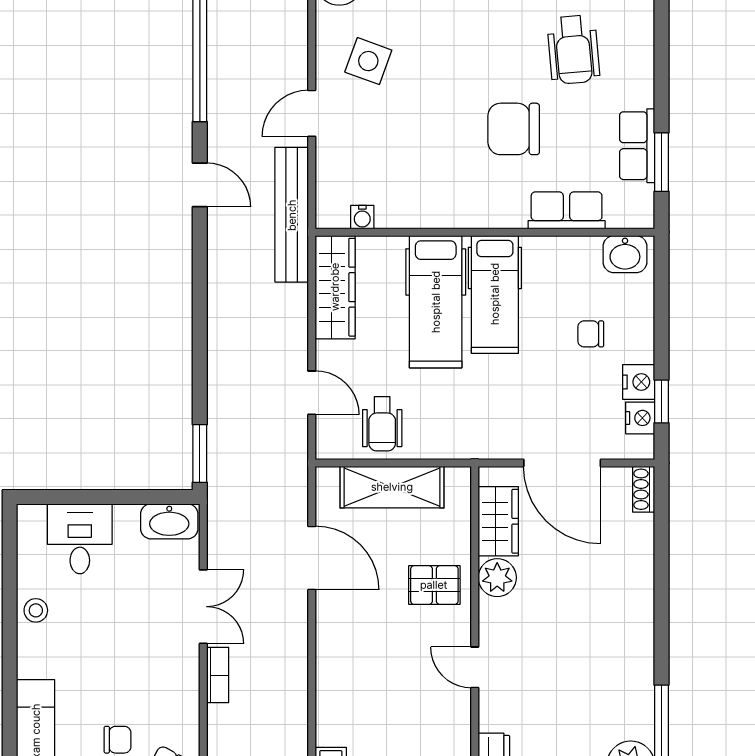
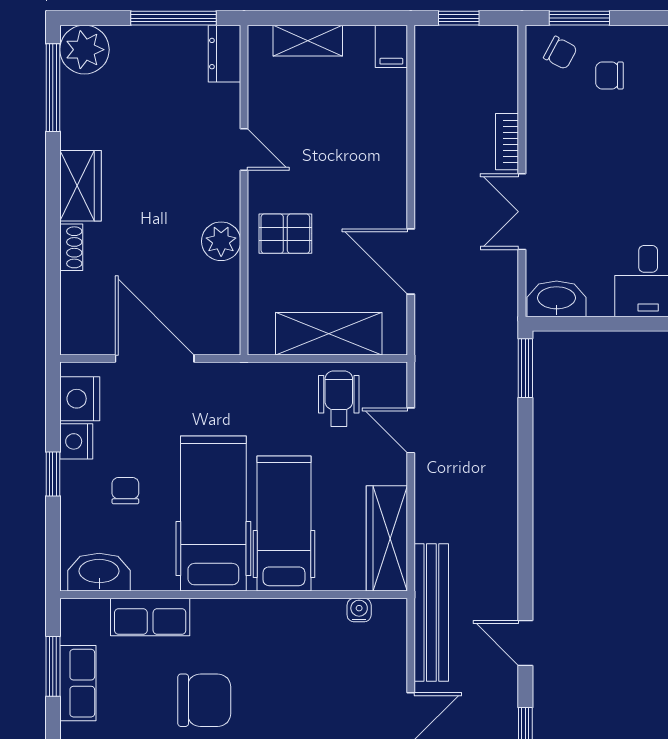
washbasin: (625, 254) -> (99, 572), width x1.38
hospital bed: (495, 294) -> (213, 514), width x1.37, depth x1.29
chair: (591, 334) -> (125, 491), turned -90
window: (662, 401) -> (53, 474), moved
nightstand: (640, 418) -> (80, 399), width x1.36, depth x1.33
shoe rack: (644, 489) -> (71, 247), moved
wardrobe: (498, 521) -> (80, 186), moved, turned 180

